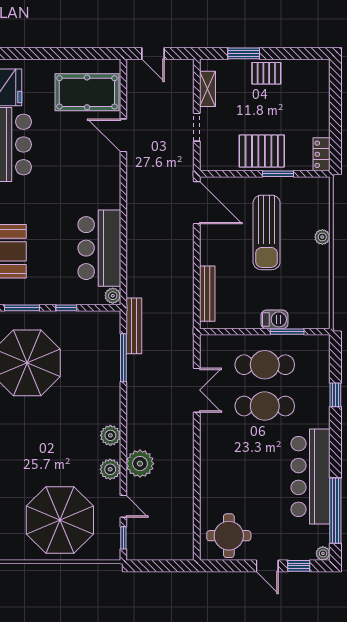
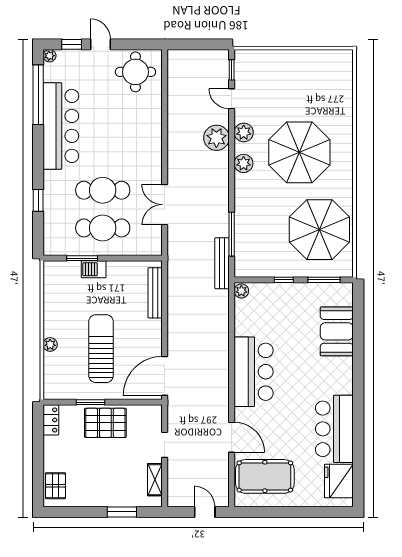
pallet: (266, 73) -> (55, 486), moved, turned 90
door: (197, 203) -> (165, 376), hinge flipped
bar counter: (99, 248) -> (254, 372), moved
parasol: (60, 520) -> (299, 152), moved

